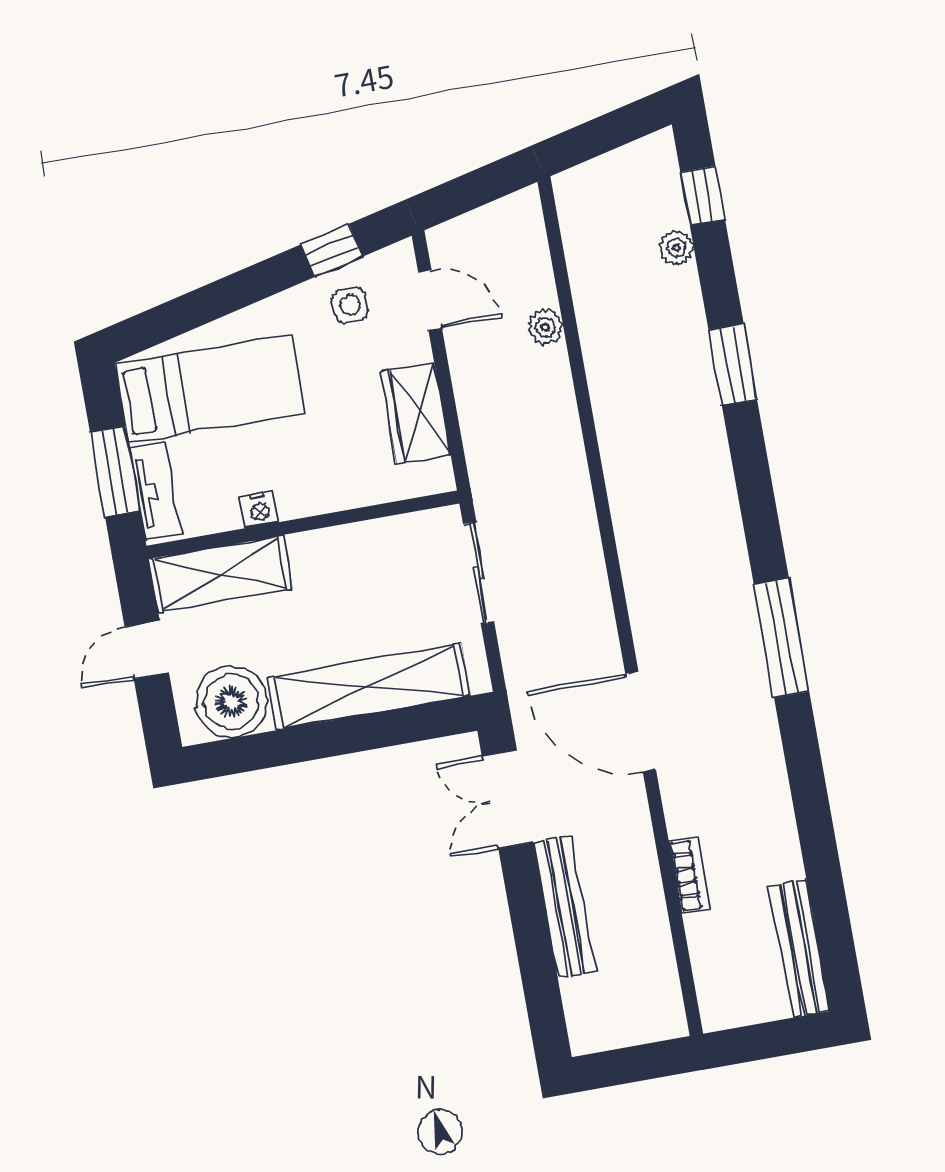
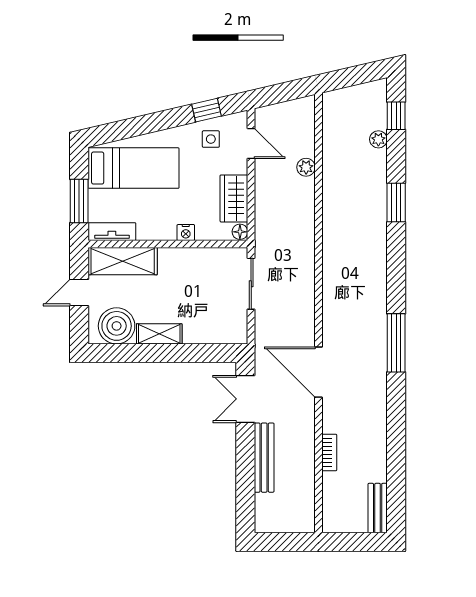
floor lamp: (439, 476) -> (240, 232), added
tv unit: (155, 491) -> (112, 232), moved, turned -90
nightstand: (259, 509) -> (186, 233), moved
shelving: (369, 687) -> (159, 334), width x0.45, depth x0.75
bench: (800, 948) -> (378, 508), width x0.73

